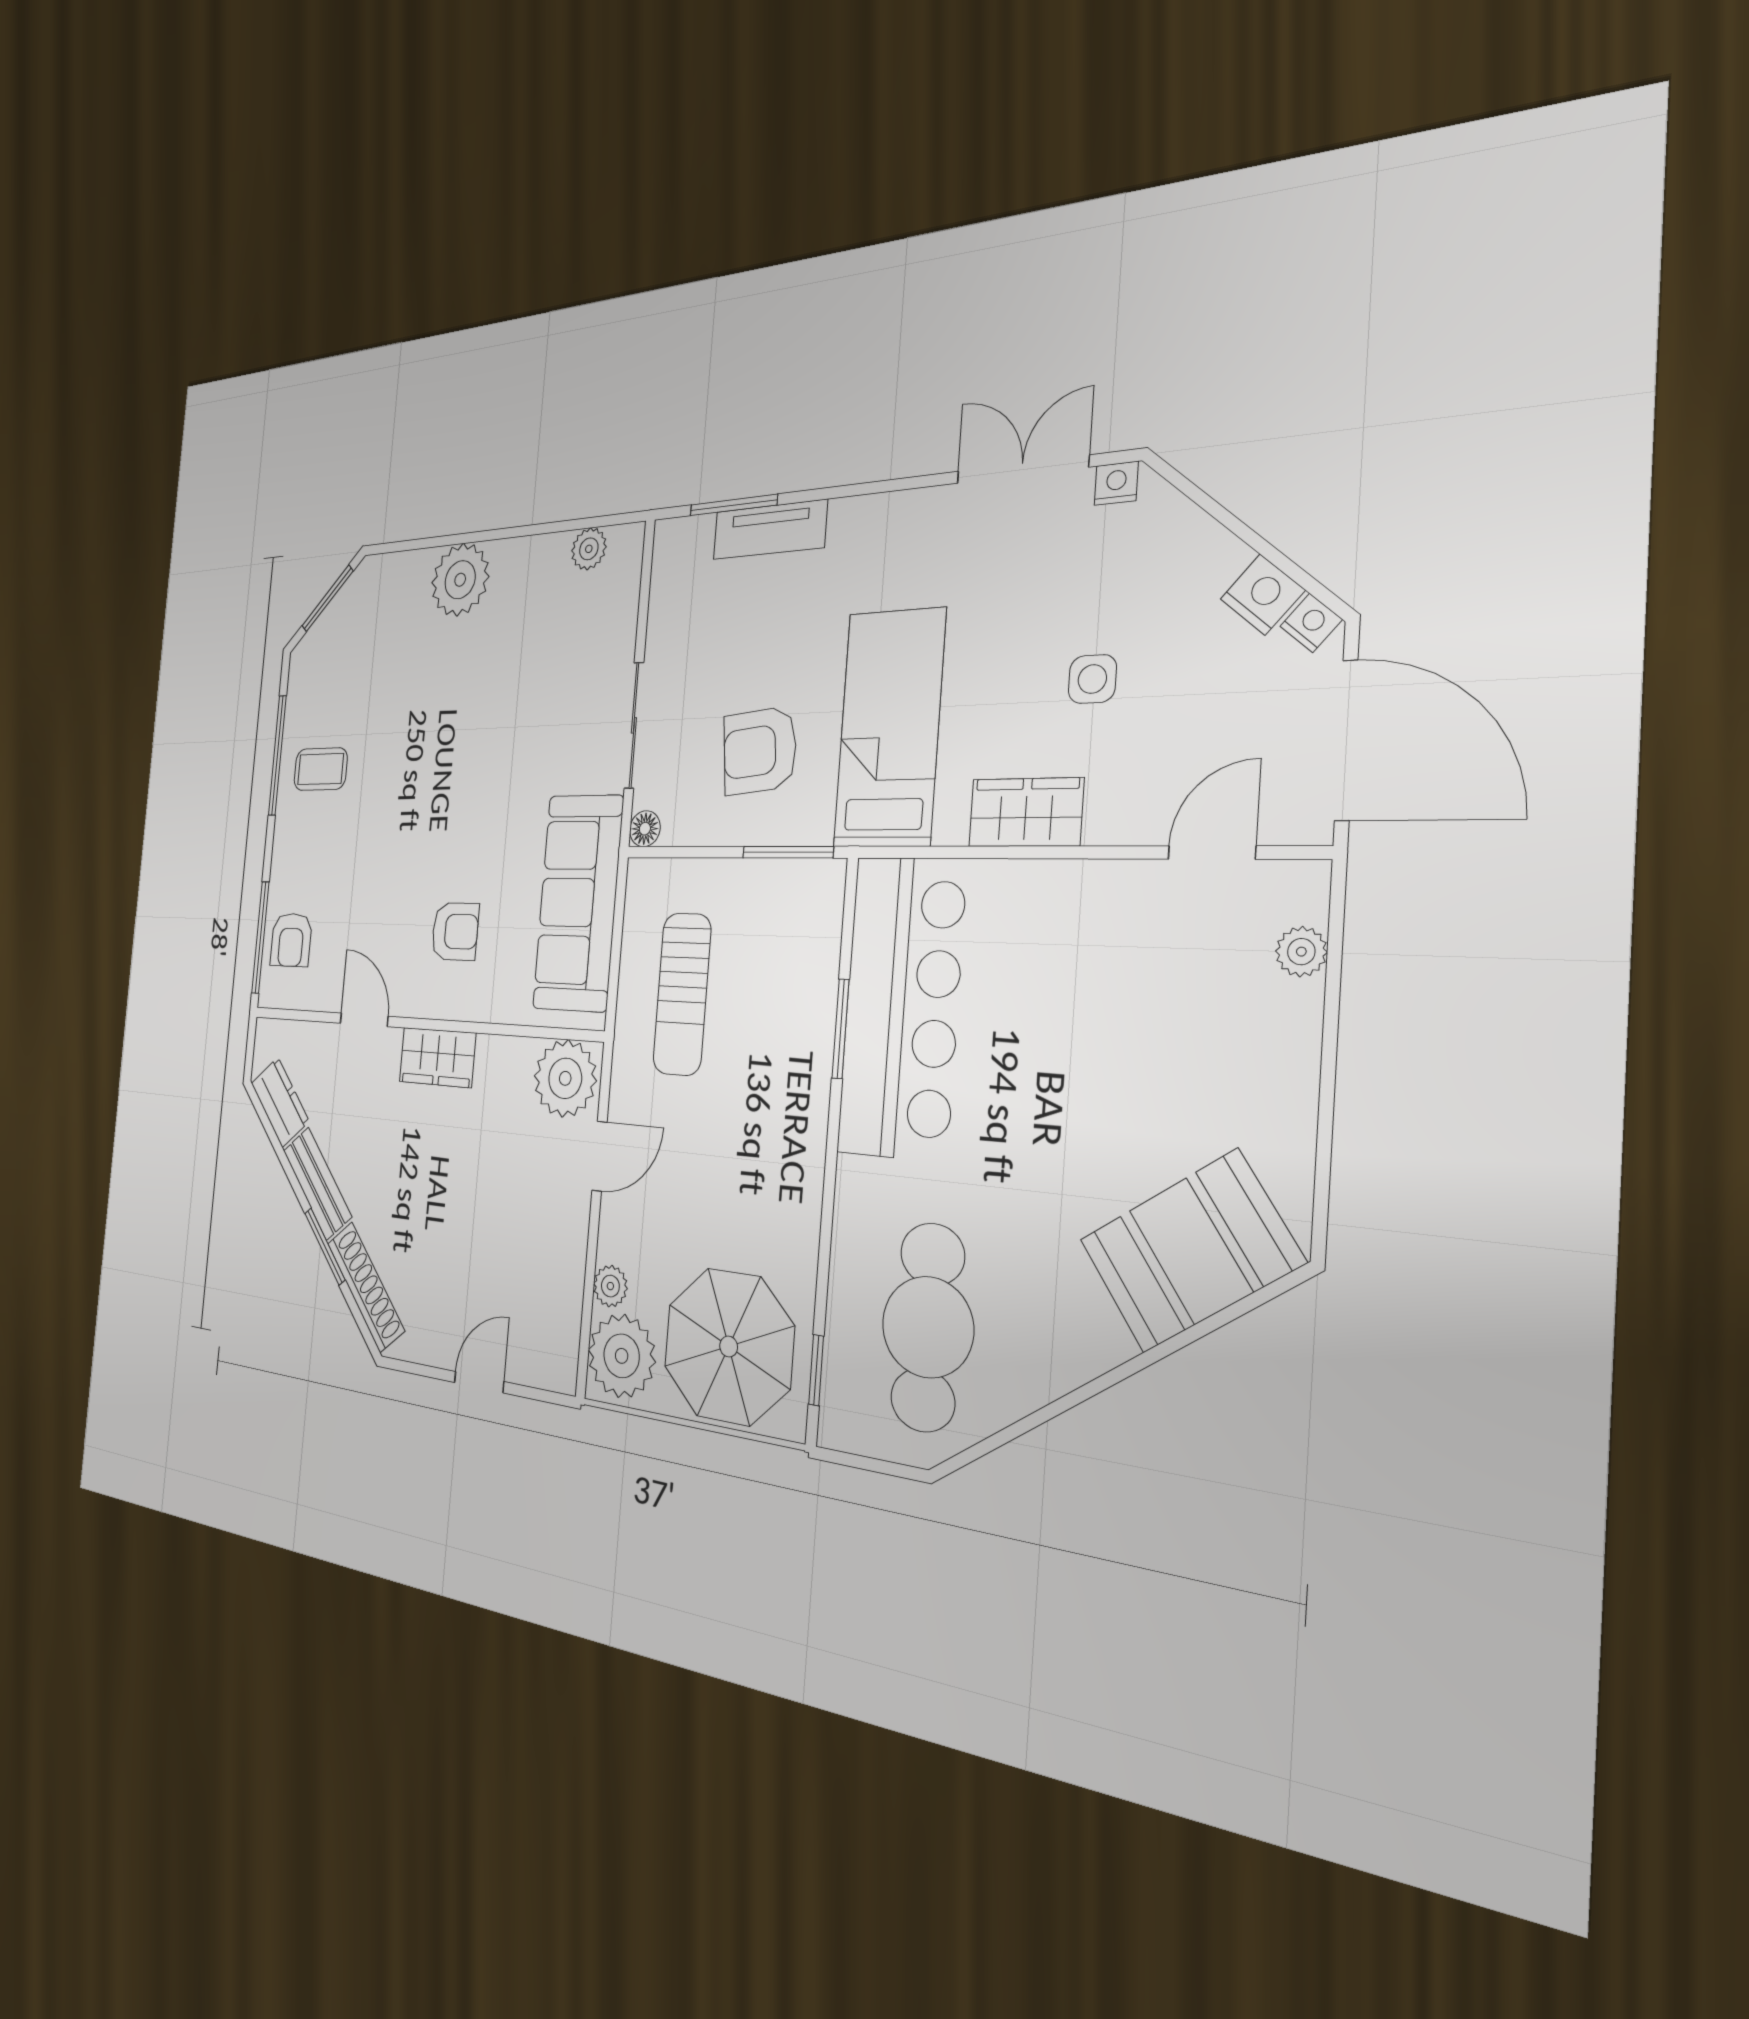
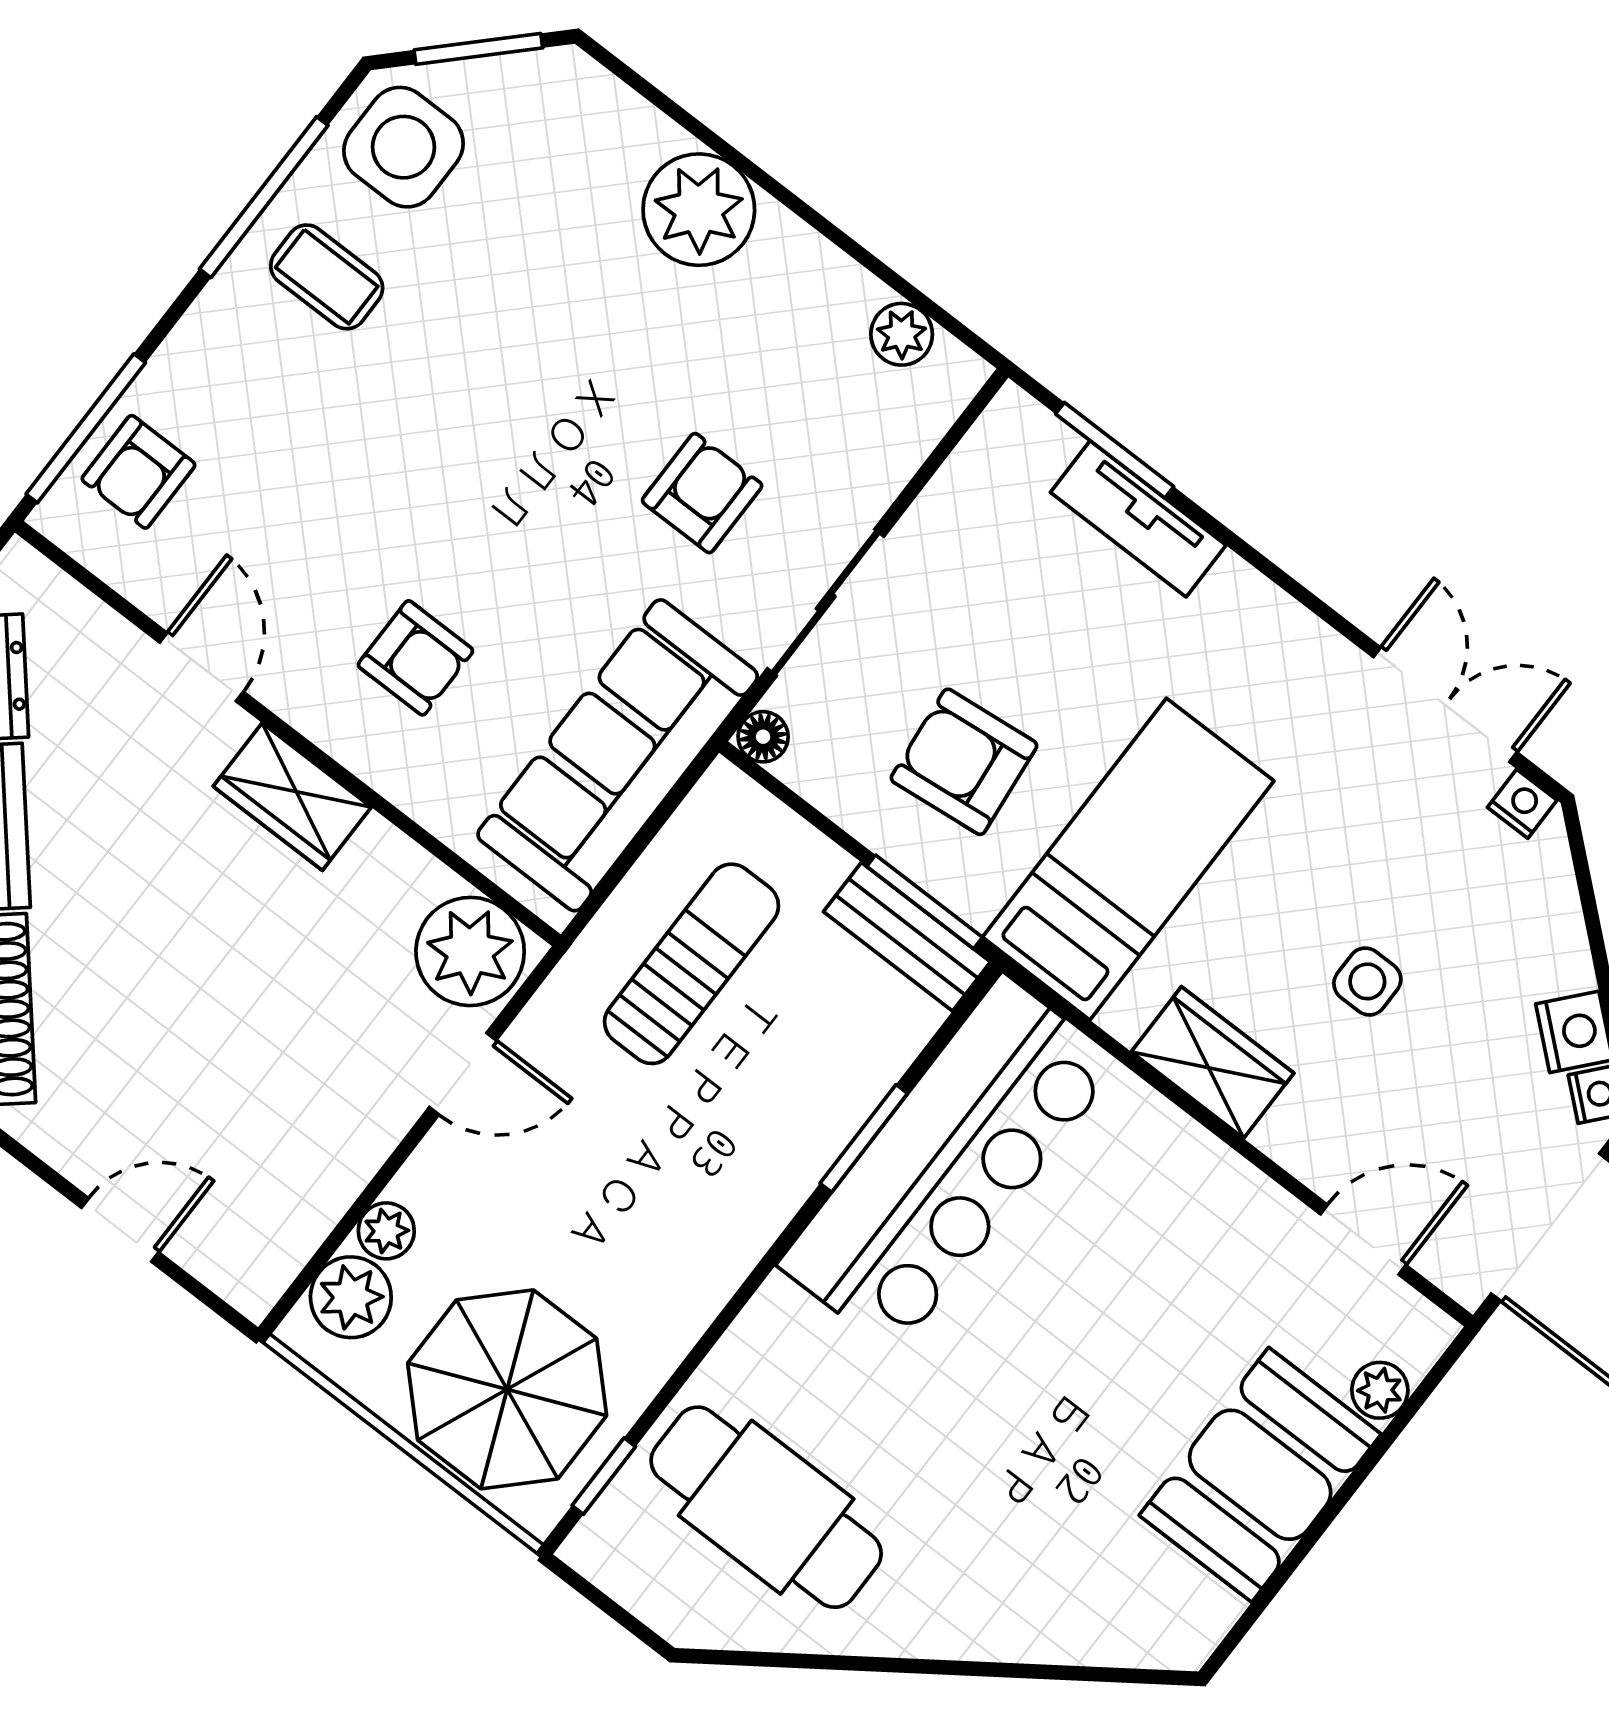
side table: (321, 675) -> (404, 147), added
armchair: (541, 722) -> (702, 493), added
bench: (790, 882) -> (907, 937), added
sun lounger: (682, 994) -> (692, 964), turned 180
booth: (1190, 1251) -> (1260, 1475), moved, turned -55
cafe table: (928, 1327) -> (766, 1507), turned 90
plant: (622, 1356) -> (351, 1297), width x0.73, depth x0.73

